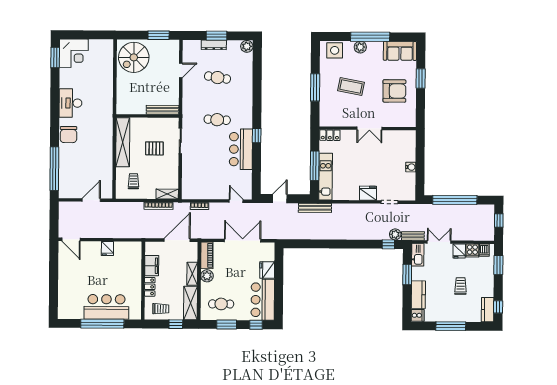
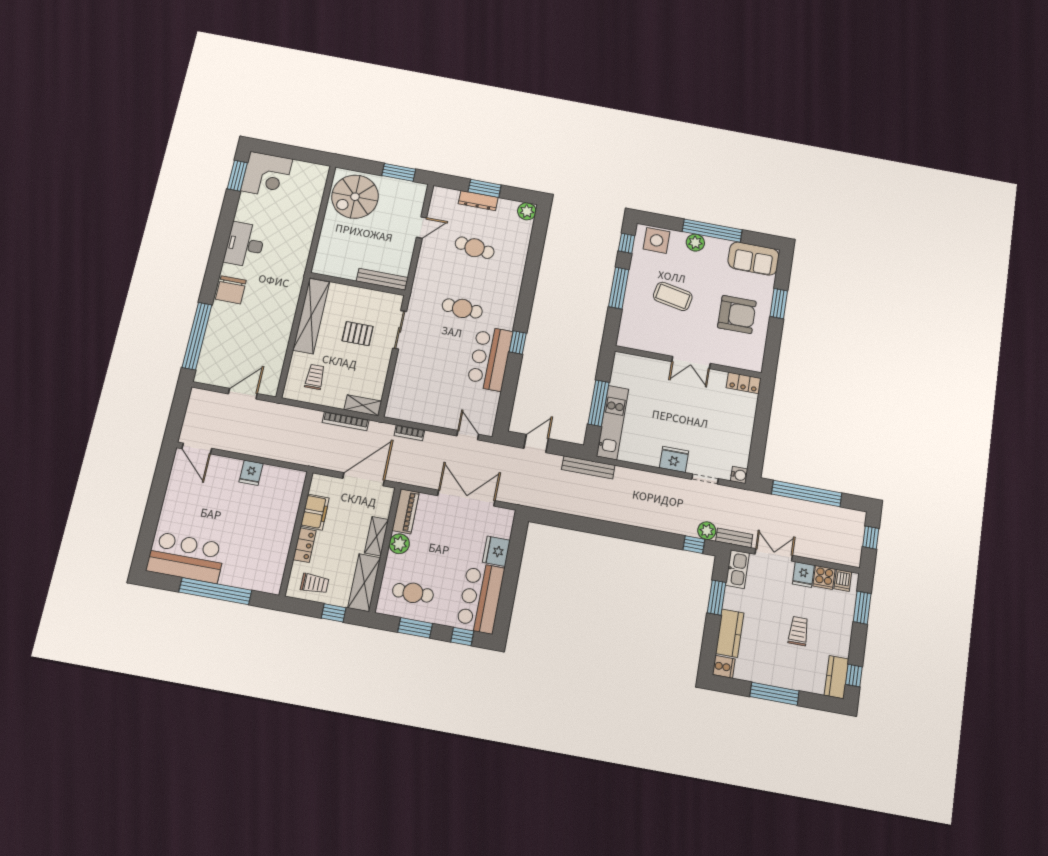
window: (315, 56) -> (627, 243), added
locker: (330, 135) -> (744, 383), moved
water cooler: (411, 167) -> (739, 475), moved
bar counter: (106, 307) -> (186, 557), moved

